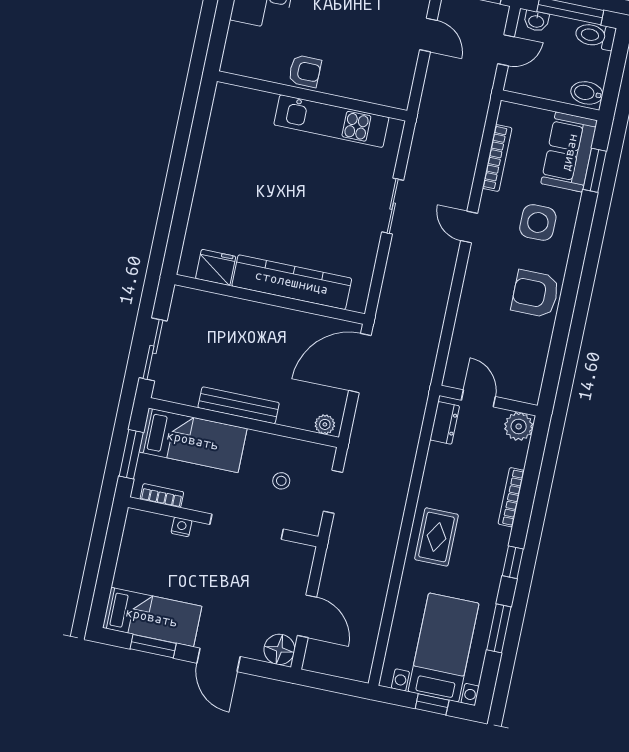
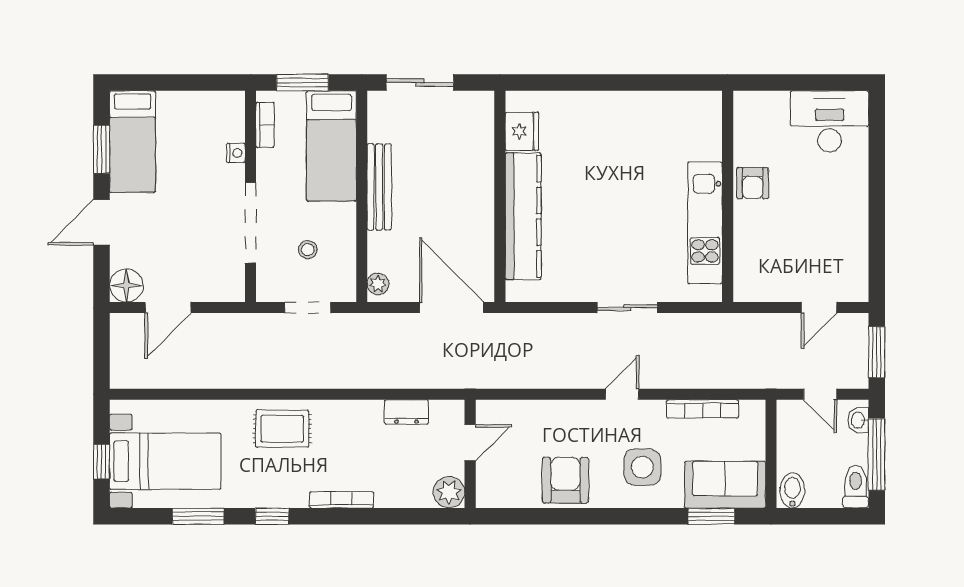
door: (478, 398) -> (470, 443), moved
wall: (488, 400) -> (470, 454), moved
plant: (519, 426) -> (449, 492), moved

